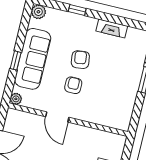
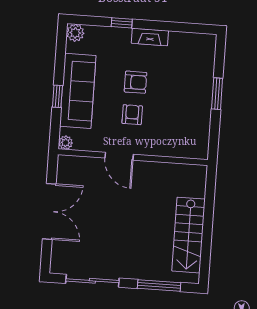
fireplace: (112, 29) -> (150, 37), moved
armchair: (80, 60) -> (136, 82), turned 98

